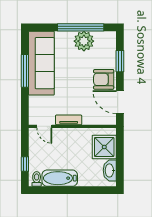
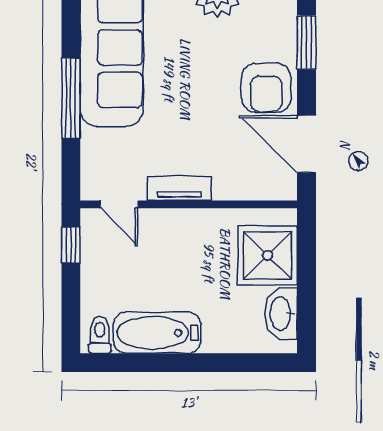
window: (25, 71) -> (71, 98), moved
armchair: (104, 79) -> (266, 88), turned -90
window: (25, 164) -> (71, 245), moved

